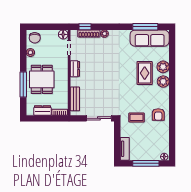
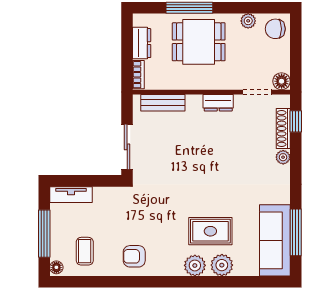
coffee table: (137, 117) -> (85, 251), moved

